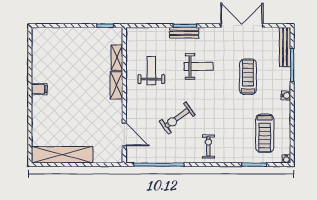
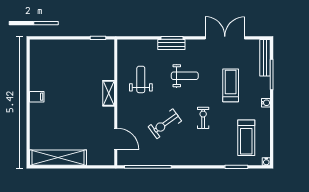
shelving: (117, 58) -> (109, 67), removed
exercise bike: (208, 147) -> (203, 118), moved

